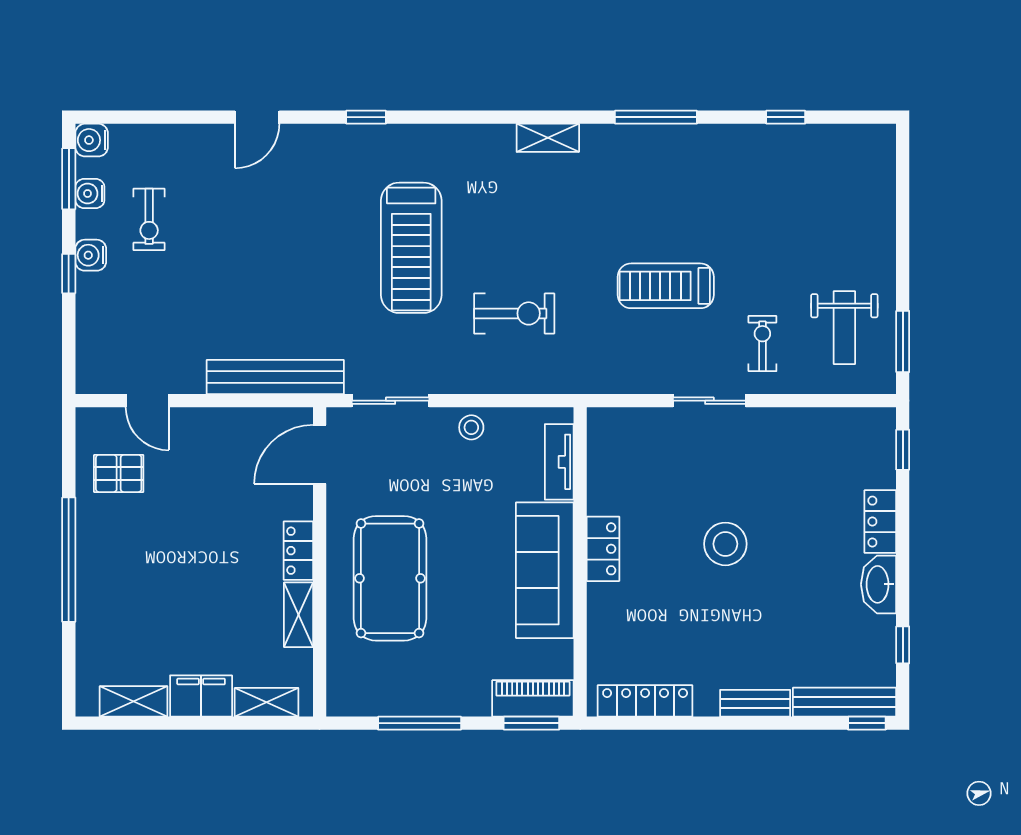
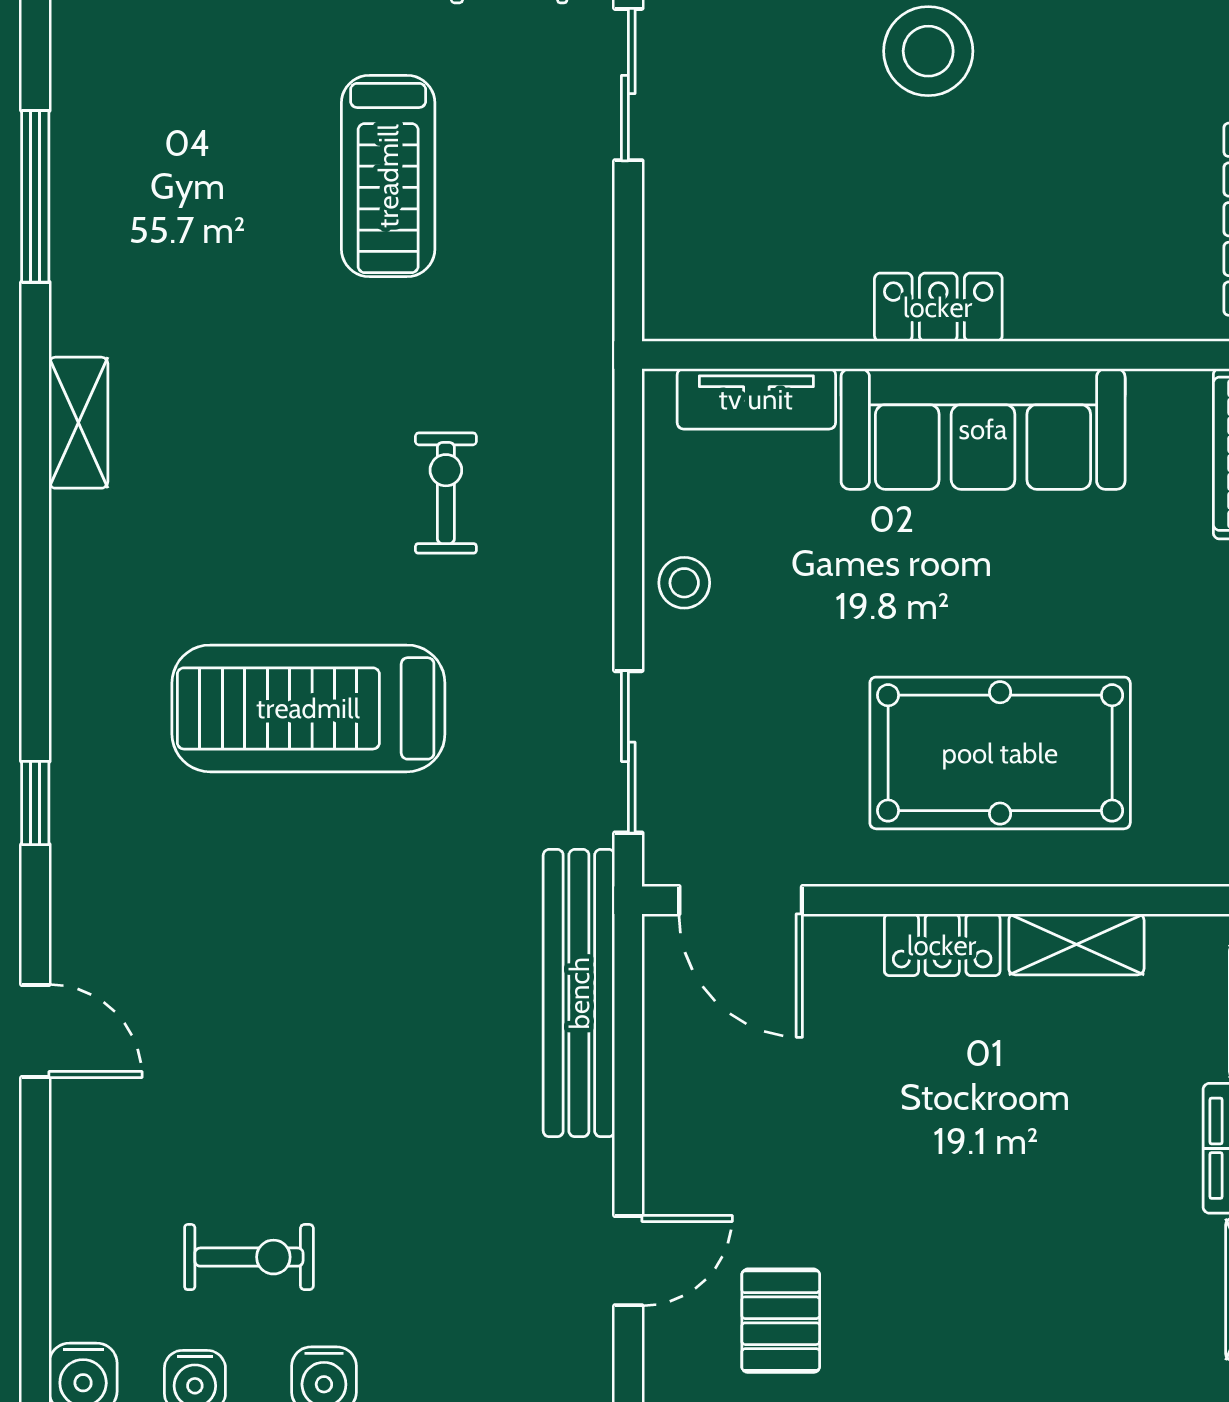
treadmill: (411, 248) -> (308, 708), turned 180
exercise bike: (514, 313) -> (446, 493), width x0.73, depth x0.72

